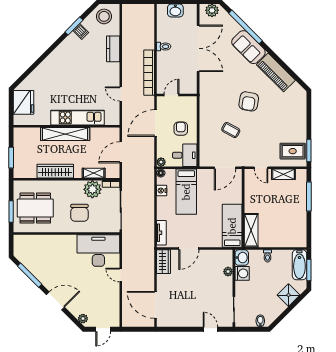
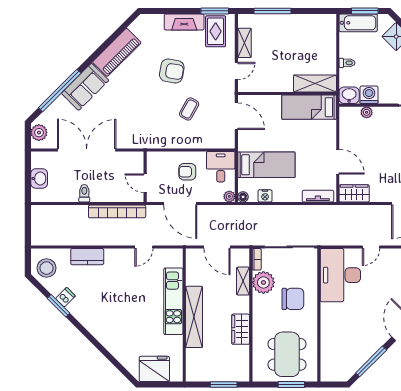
armchair: (249, 101) -> (172, 71), moved
fireplace: (300, 126) -> (184, 22), added
wardrobe: (55, 171) -> (241, 329), width x0.67

